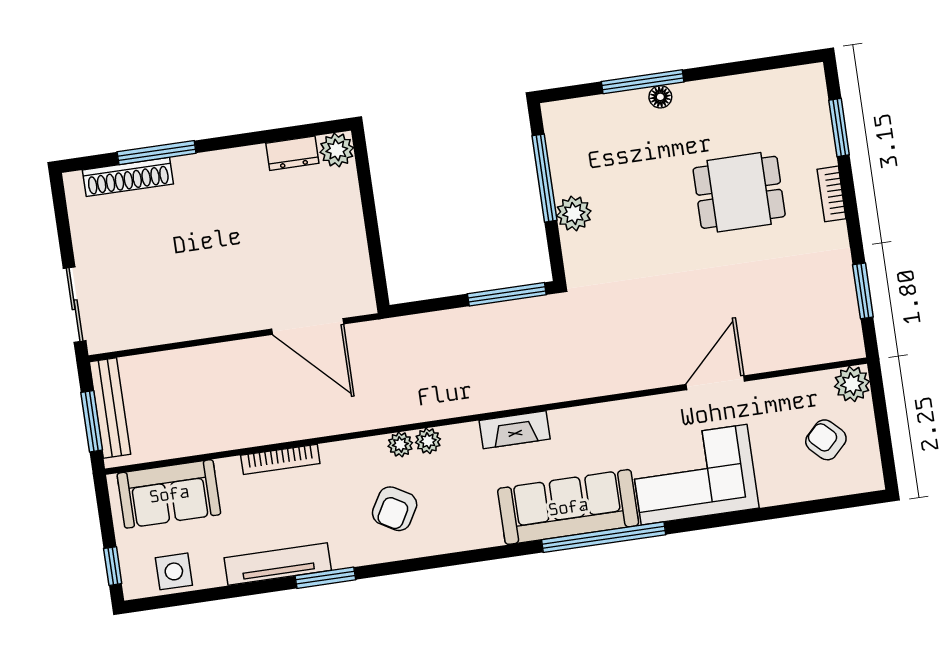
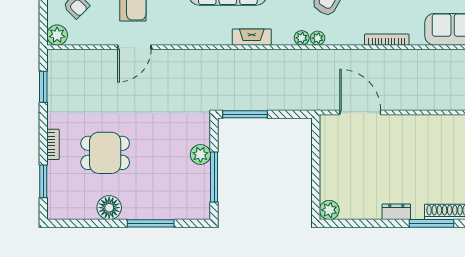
floor lamp: (660, 97) -> (109, 208), moved, width x1.89, depth x1.89
dresser: (292, 153) -> (396, 212), moved

